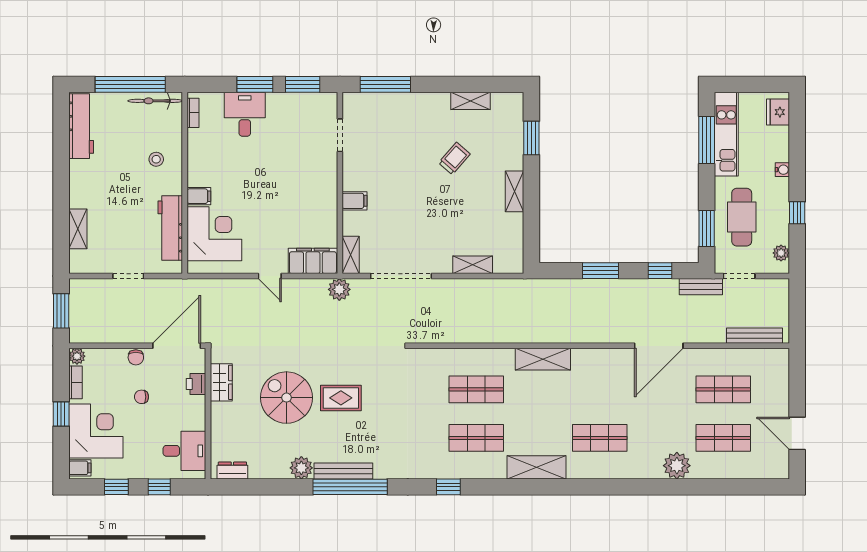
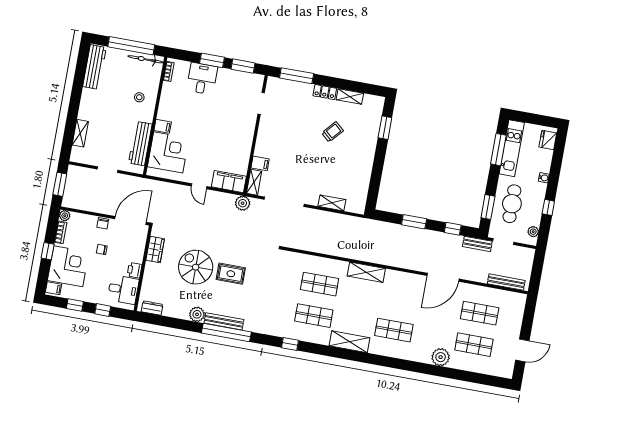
locker: (432, 101) -> (325, 92), added
shelving: (514, 191) -> (368, 160), removed
filing cabinet: (355, 201) -> (260, 163), moved
printer: (196, 384) -> (134, 270), moved
door: (797, 433) -> (522, 350), swing flipped

